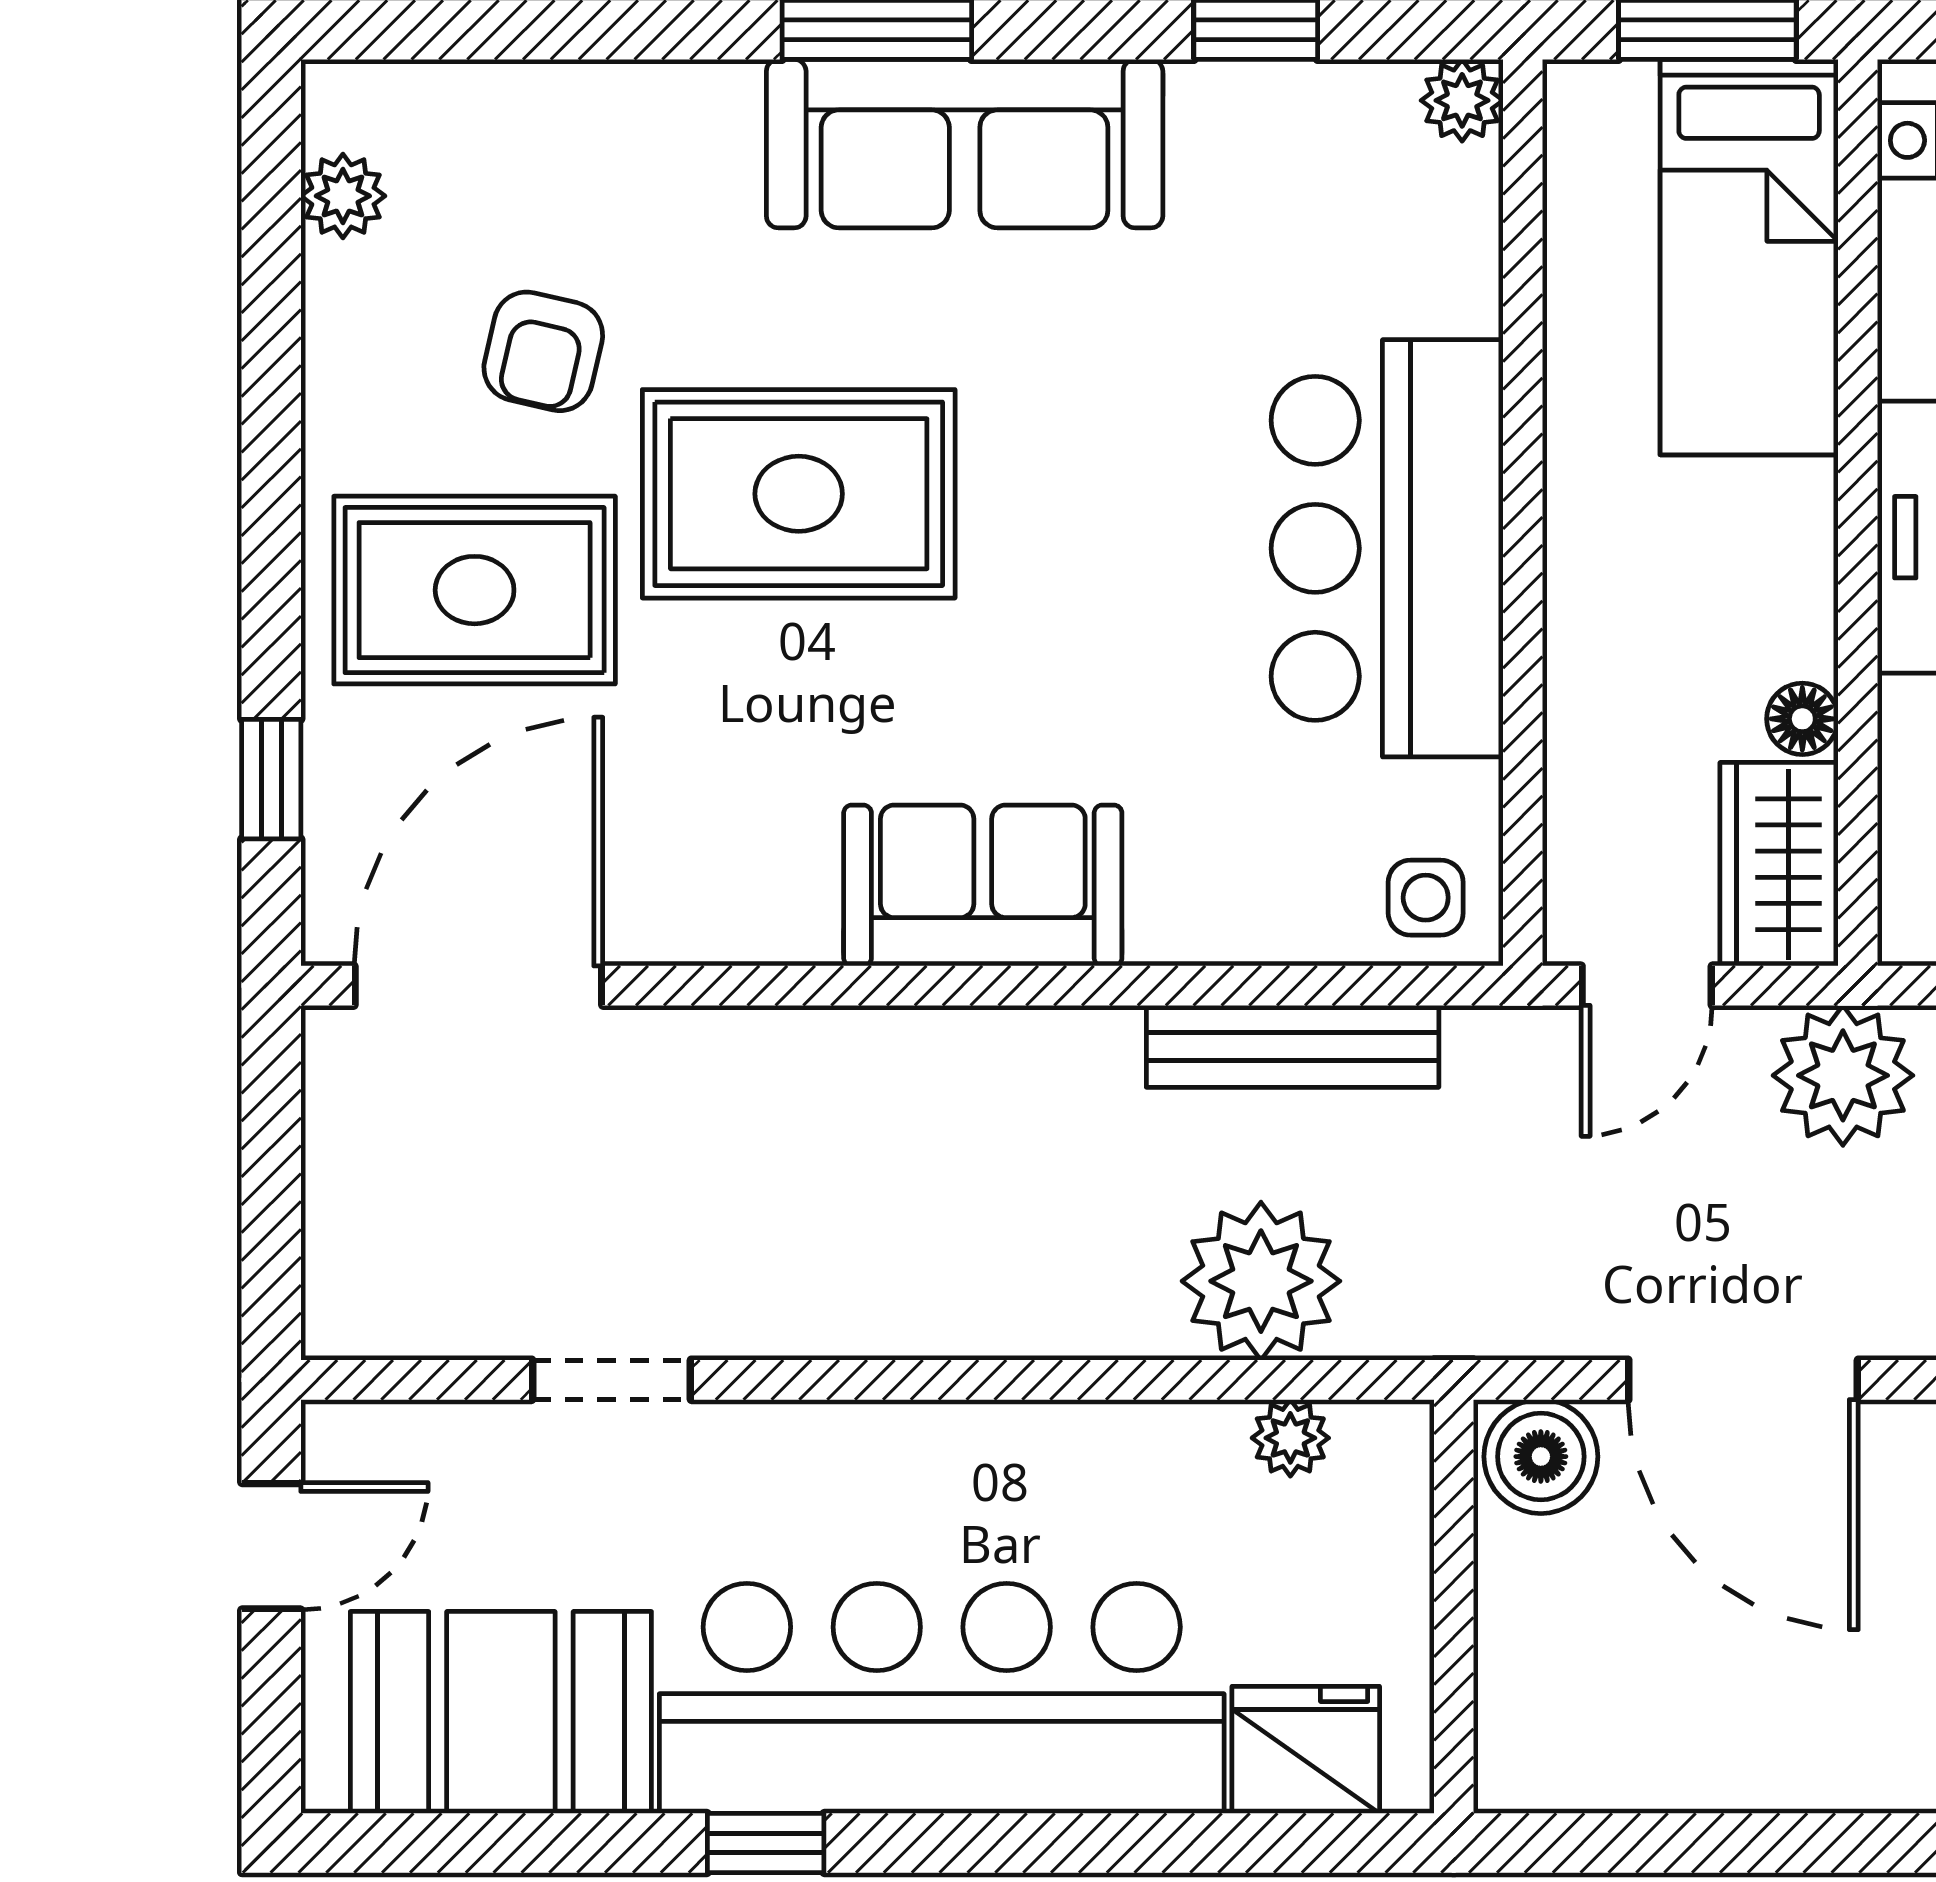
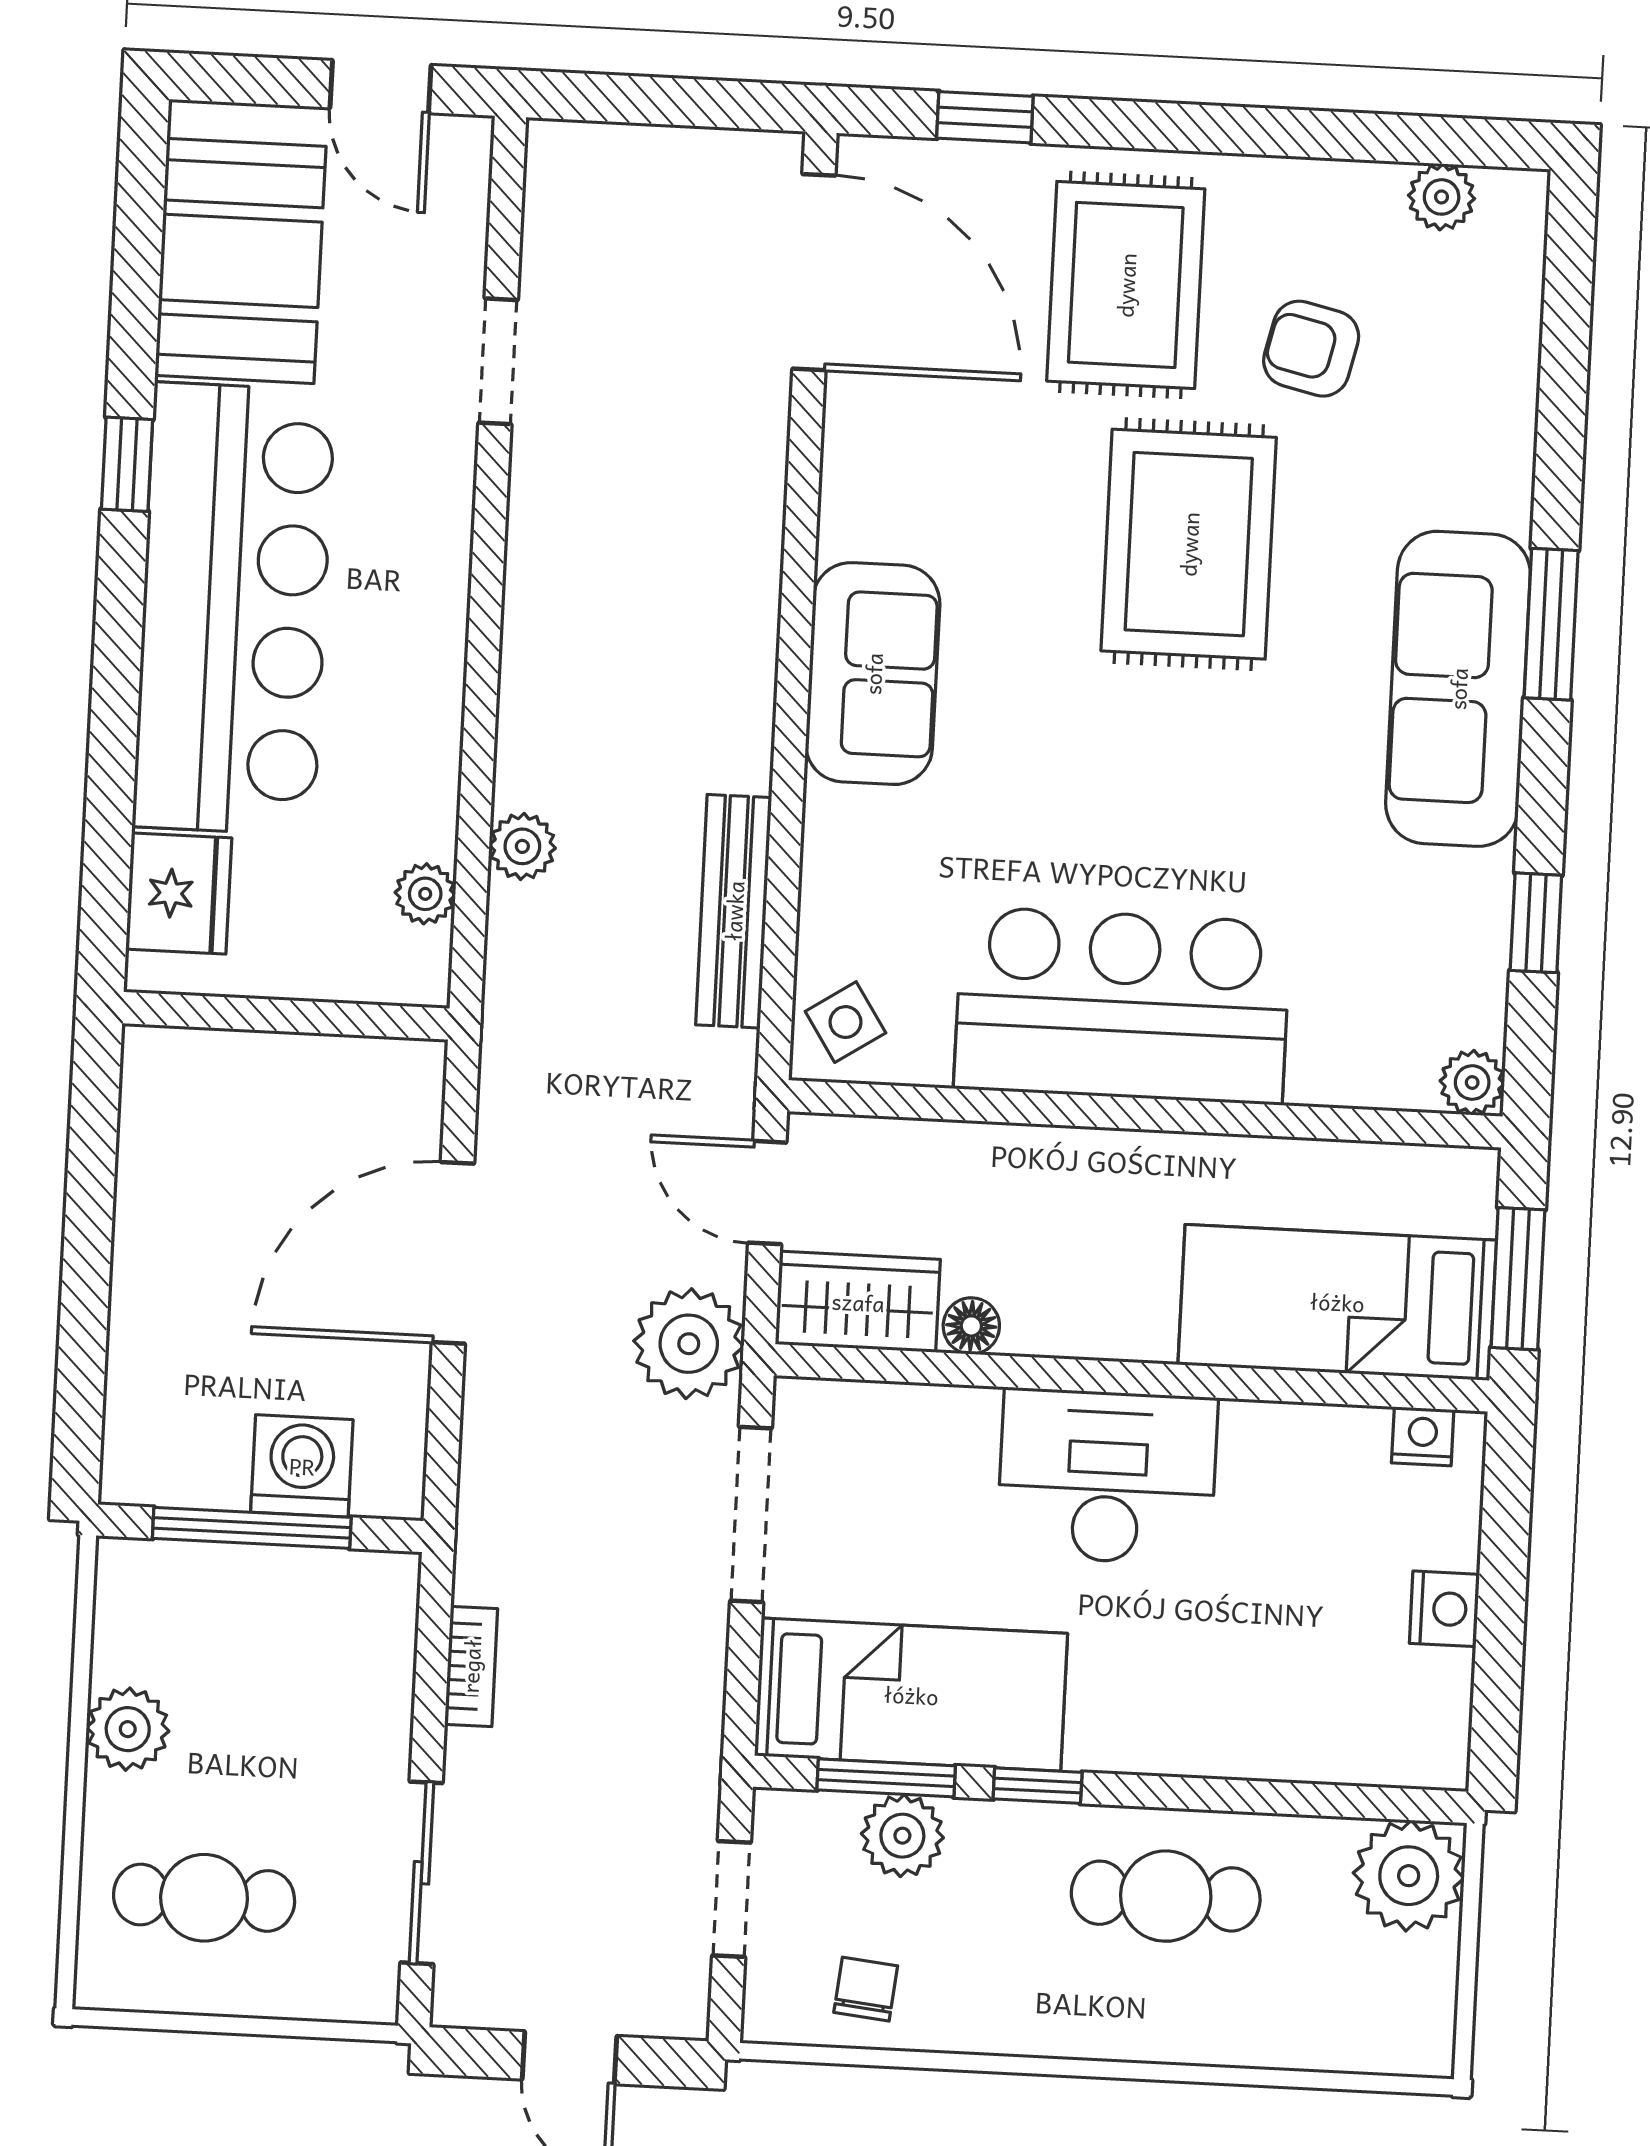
side table: (1426, 898) -> (845, 1022), turned -33
plant: (1261, 1281) -> (522, 846), width x0.53, depth x0.53
boiler: (1541, 1457) -> (401, 1090), removed

